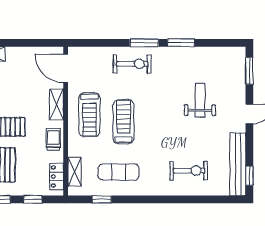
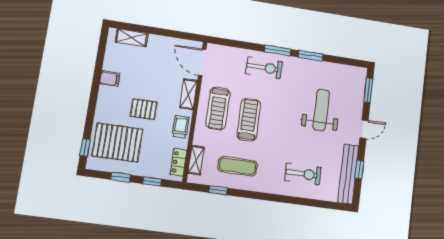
weight bench: (200, 100) -> (321, 110), width x1.36, depth x1.33
window: (249, 176) -> (359, 169), moved

